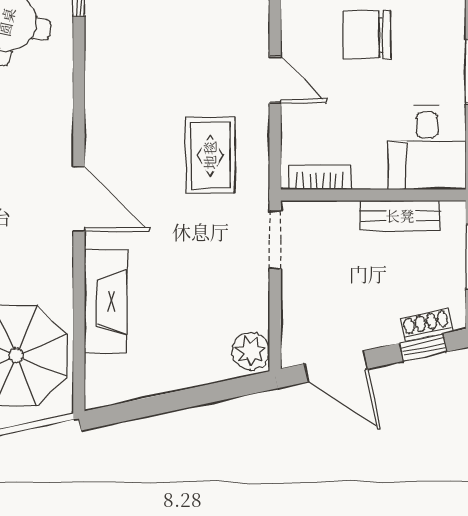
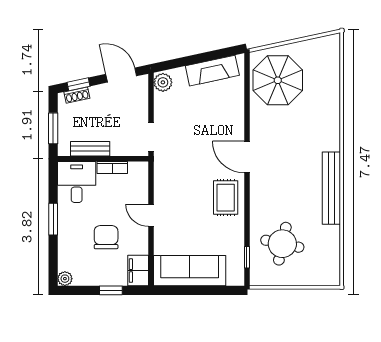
chair: (367, 35) -> (106, 237), turned -90
rug: (210, 155) -> (226, 198), moved
bookcase: (320, 177) -> (112, 168), moved
fireplace: (106, 302) -> (212, 71), moved, turned -102

